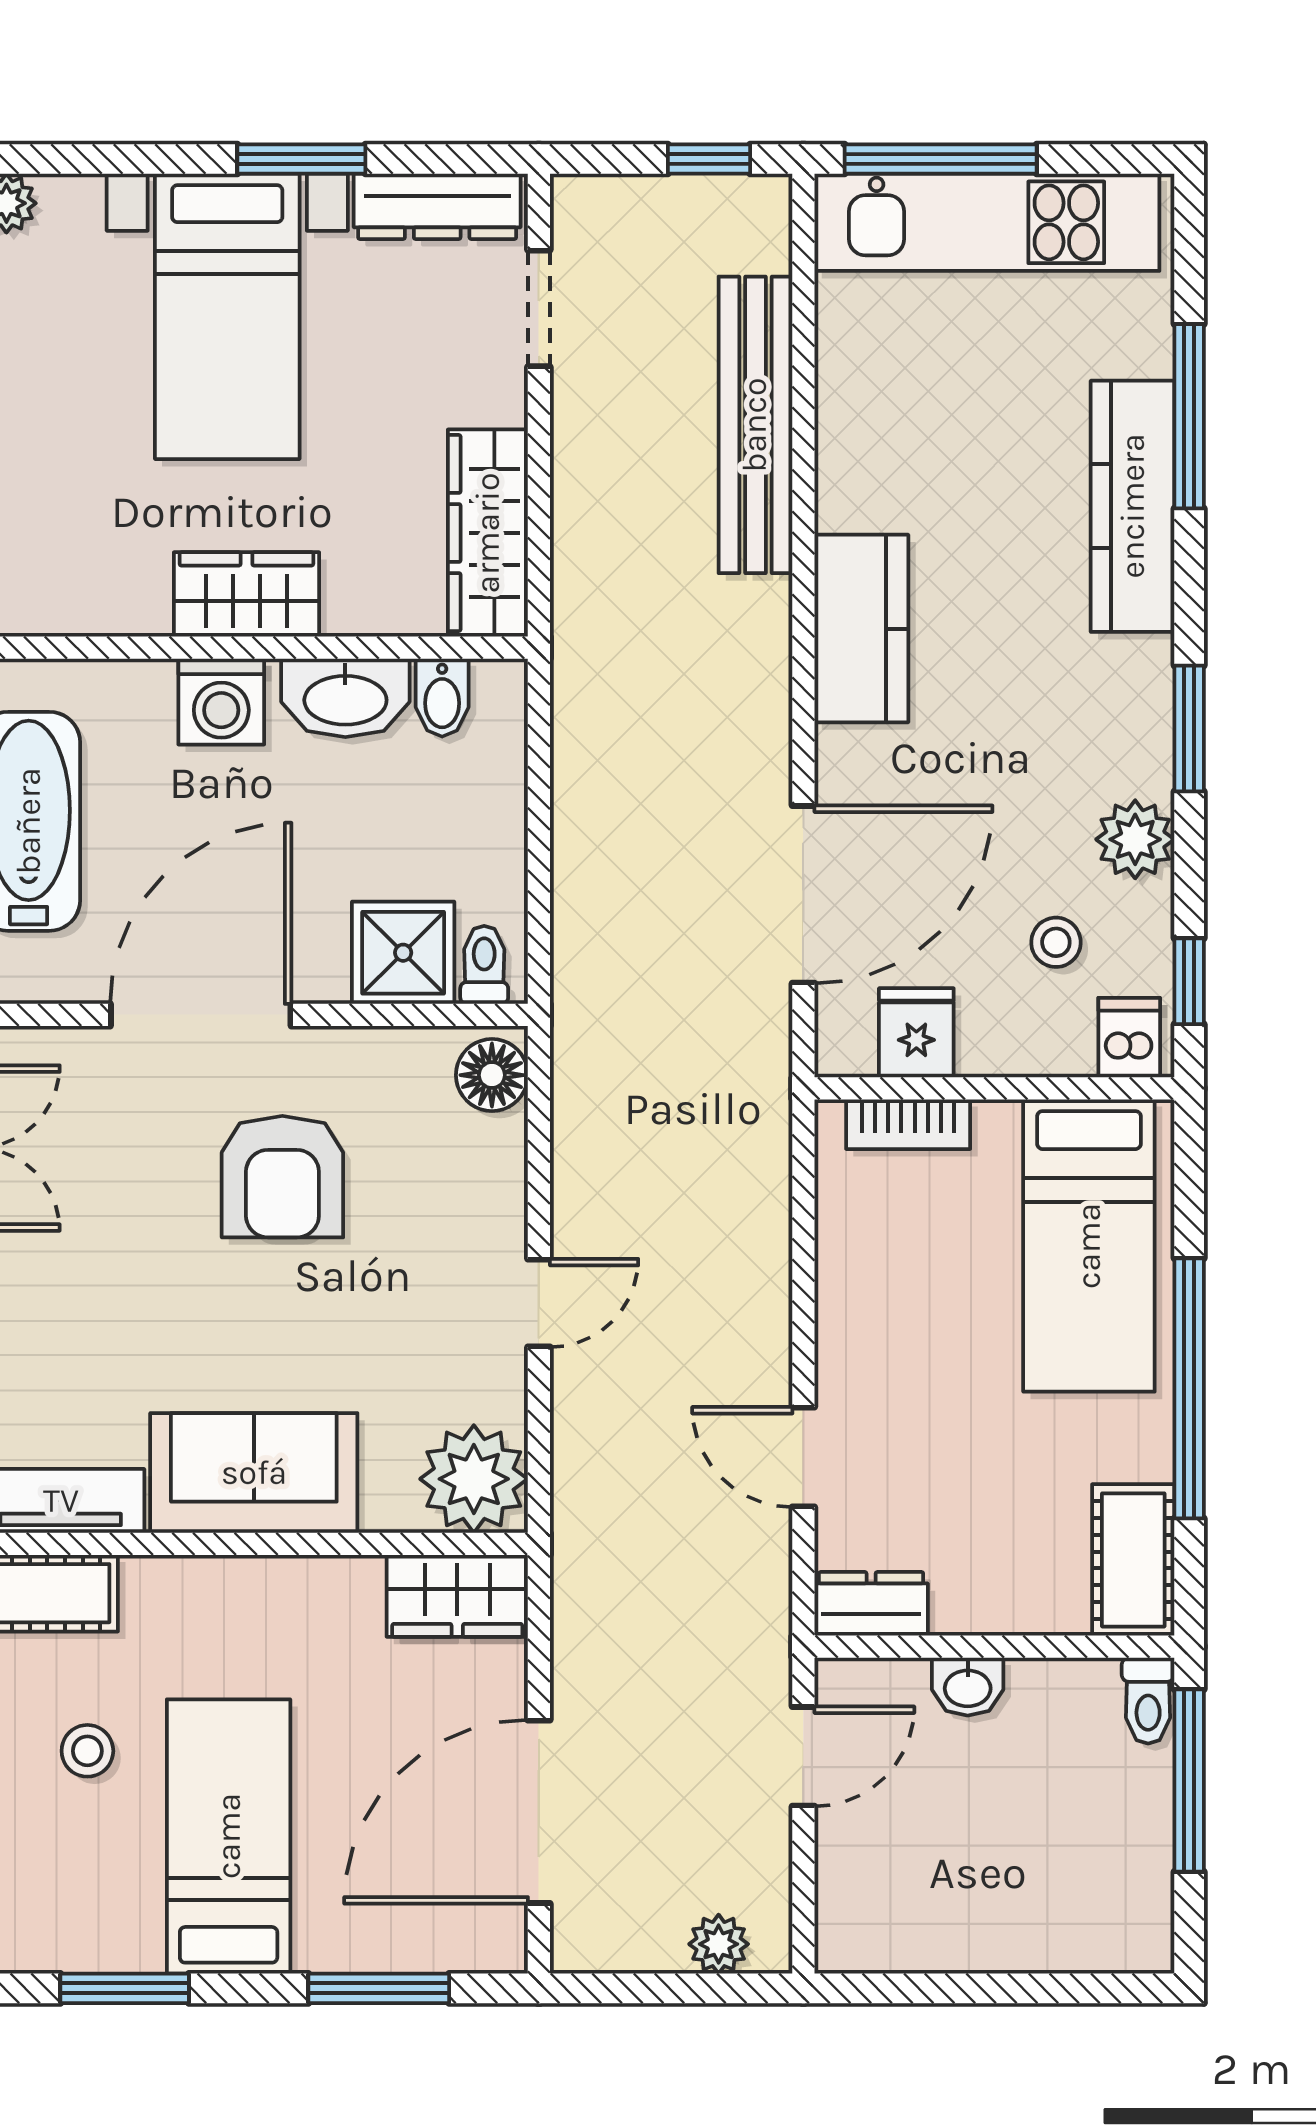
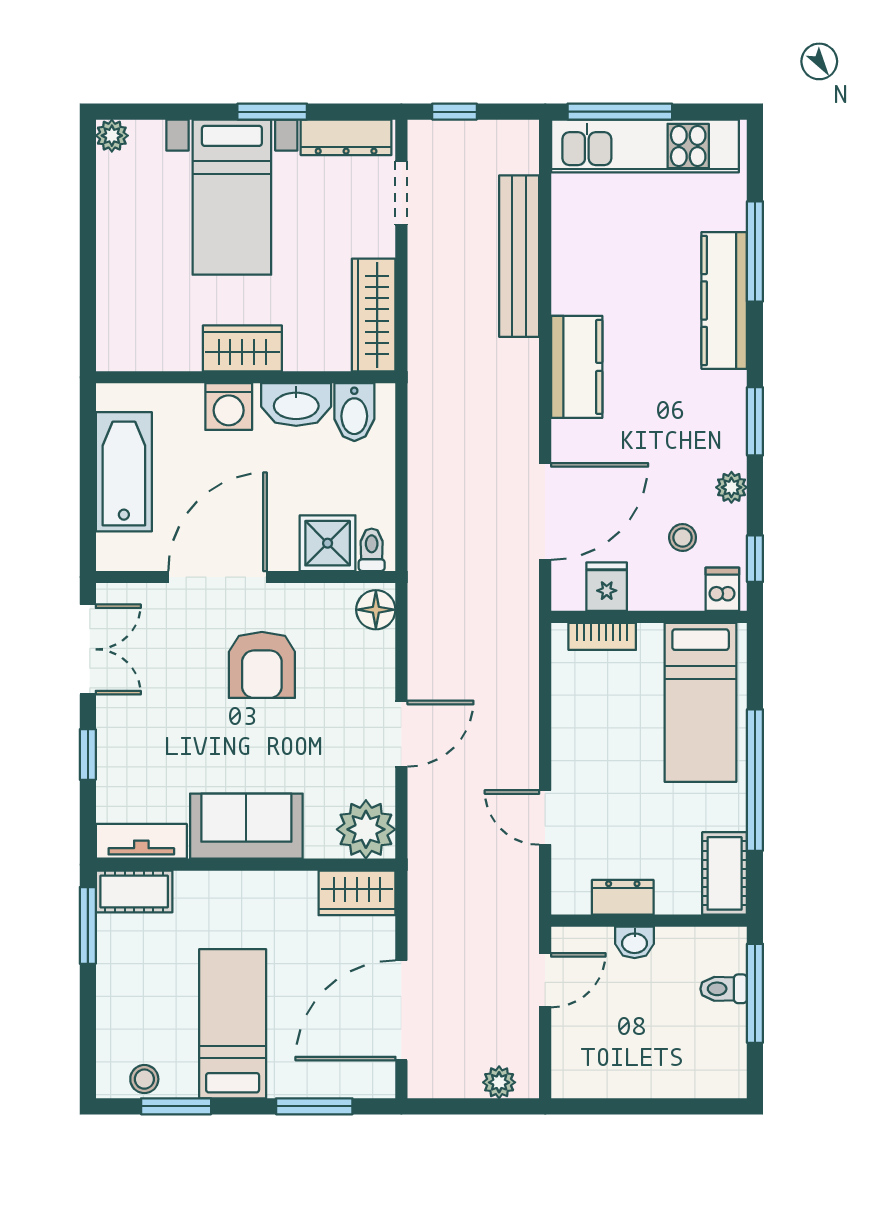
window: (709, 159) -> (455, 112), moved
bidet: (442, 698) -> (354, 412), width x1.38, depth x1.36
plant: (1135, 839) -> (731, 487), width x0.73, depth x0.73
door: (539, 1303) -> (401, 734), width x1.37
dresser: (871, 1604) -> (623, 897), moved
toilet: (1148, 1701) -> (724, 989), moved, turned 90
stool: (87, 1751) -> (144, 1079), moved

